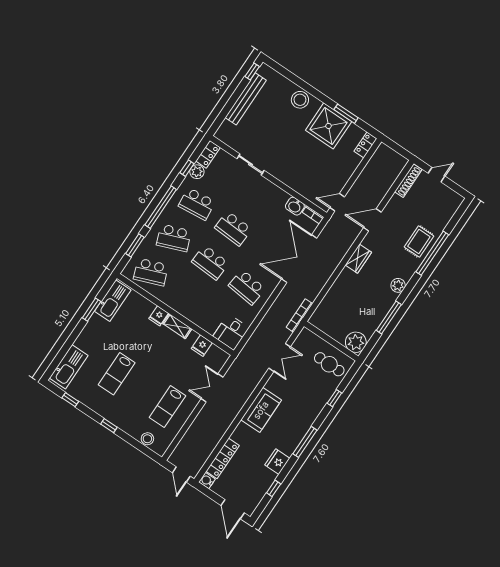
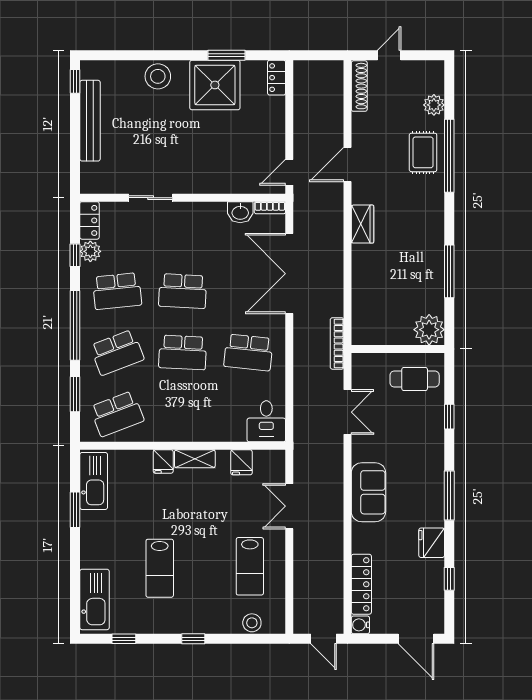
plant: (398, 285) -> (434, 105), moved

